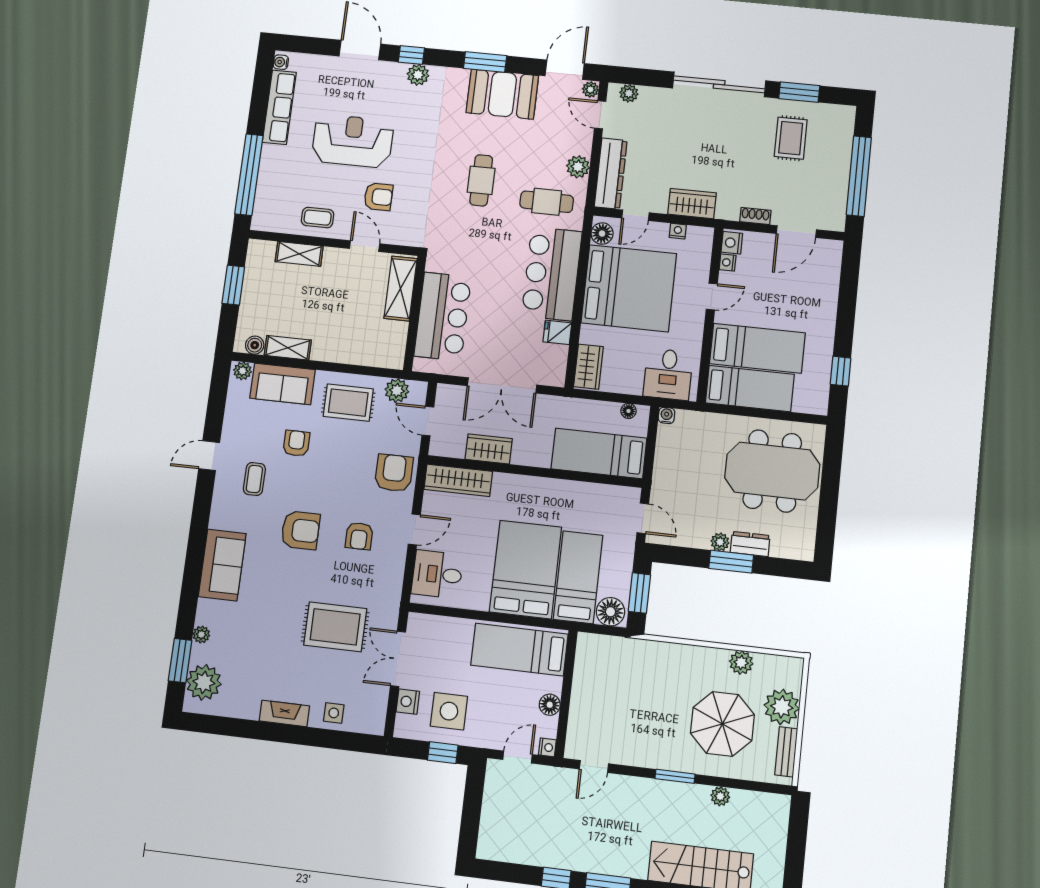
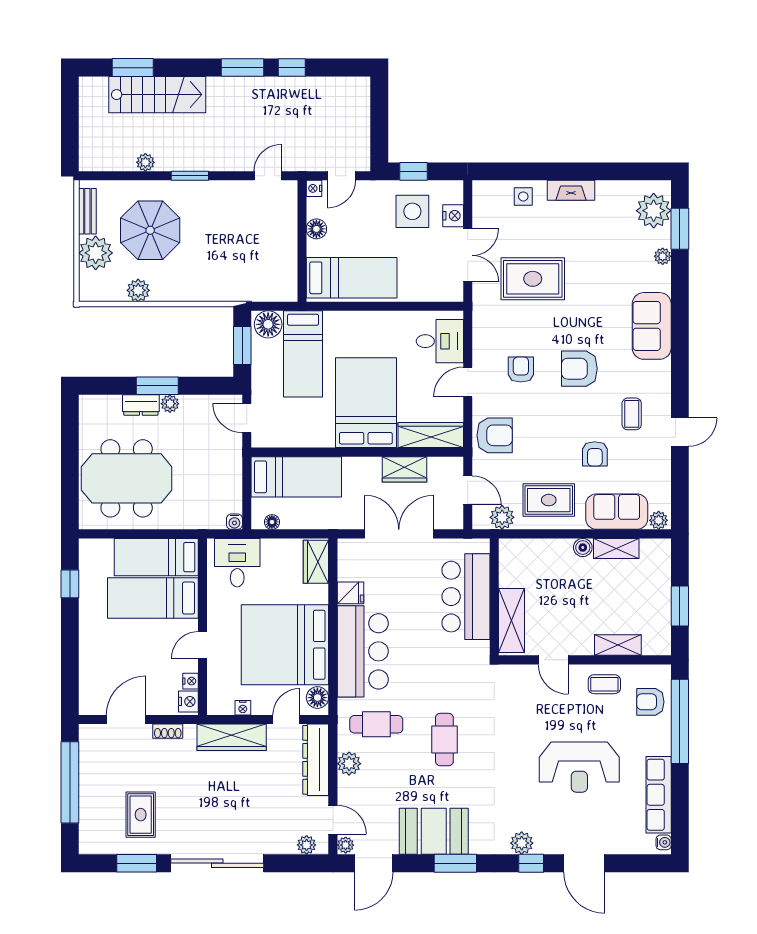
armchair: (378, 197) -> (650, 702), moved
wardrobe: (692, 204) -> (232, 737), width x1.50
boiler: (255, 345) -> (583, 548), moved
armchair: (394, 473) -> (495, 435), turned -90
bed: (526, 569) -> (366, 403), moved, turned 180

